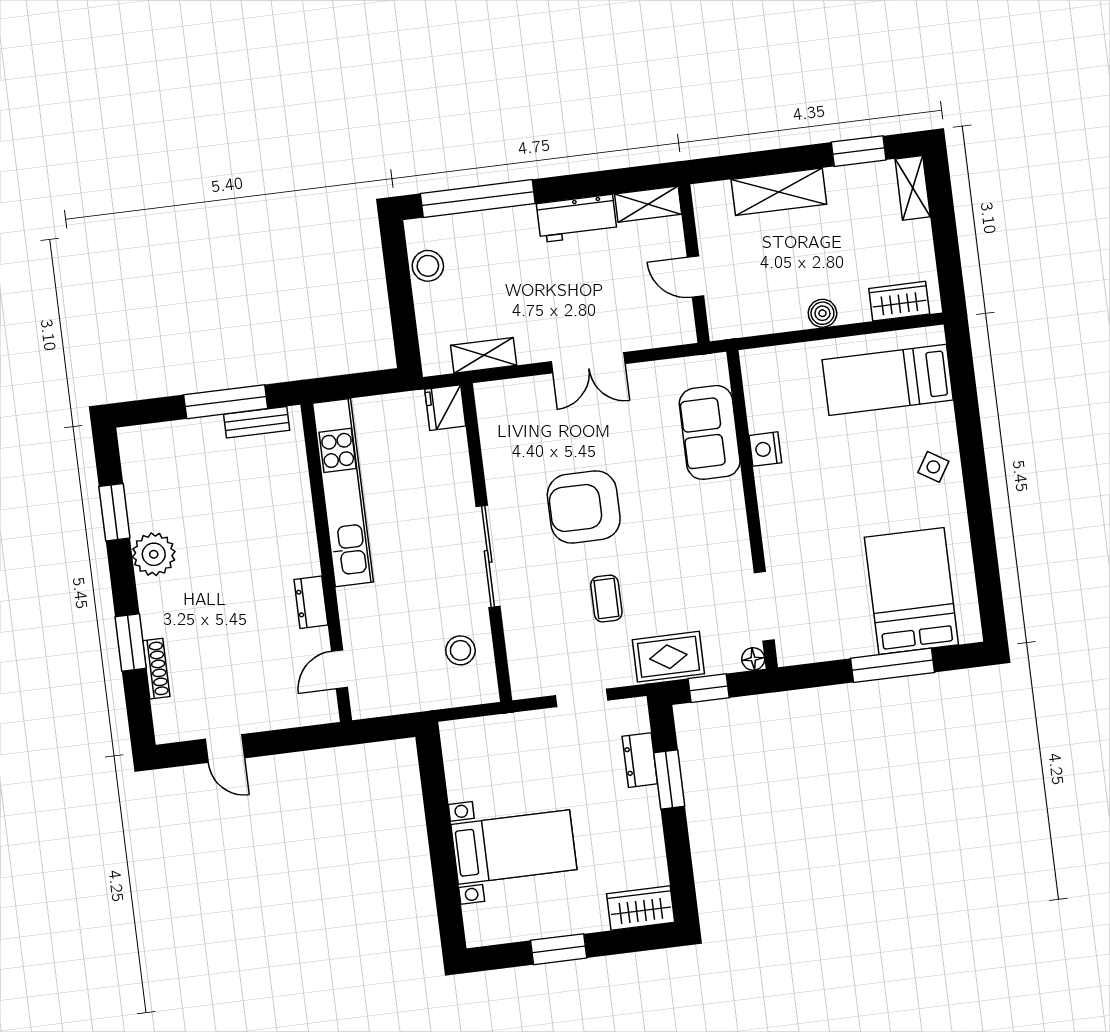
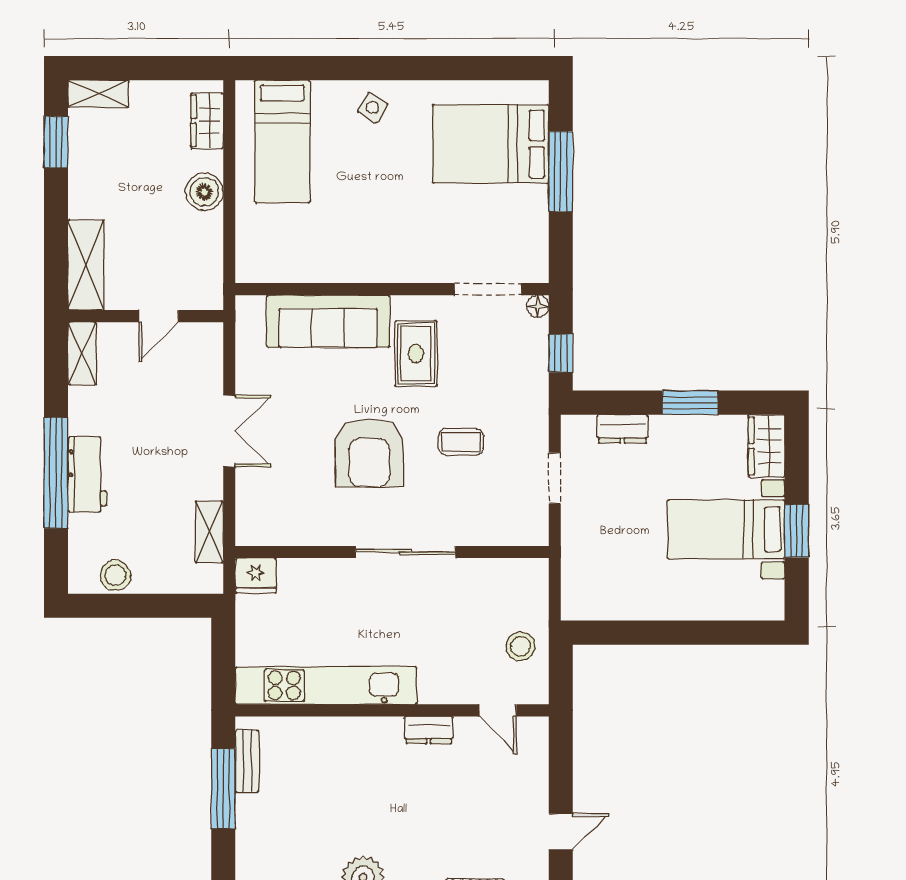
shelving: (779, 192) -> (86, 265), moved
window: (478, 199) -> (56, 473), moved
workbench: (577, 218) -> (87, 475), moved
boiler: (822, 313) -> (204, 192), width x1.36, depth x1.36
sofa: (710, 432) -> (328, 321), width x1.36
nightstand: (765, 449) -> (335, 269), removed
stool: (460, 650) -> (520, 646), moved
rug: (668, 657) -> (416, 354), moved
window: (669, 780) -> (690, 403), moved
bed with nightstands: (514, 847) -> (726, 529), moved, turned -90

